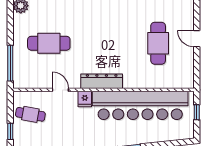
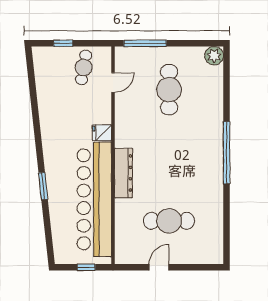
door: (197, 39) -> (159, 267), moved
dresser: (102, 81) -> (123, 173), moved
door: (60, 90) -> (113, 83), moved

